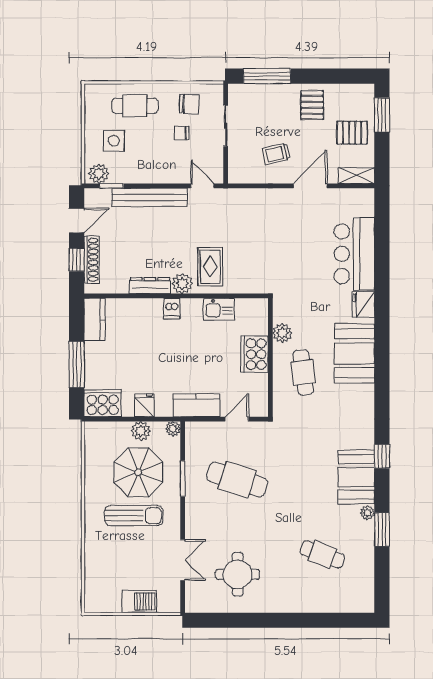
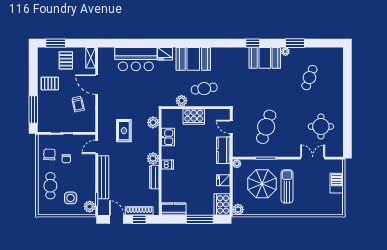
rug: (210, 267) -> (124, 131), moved, turned 90
plant: (244, 284) -> (153, 122), added
plant: (141, 431) -> (238, 210), moved

